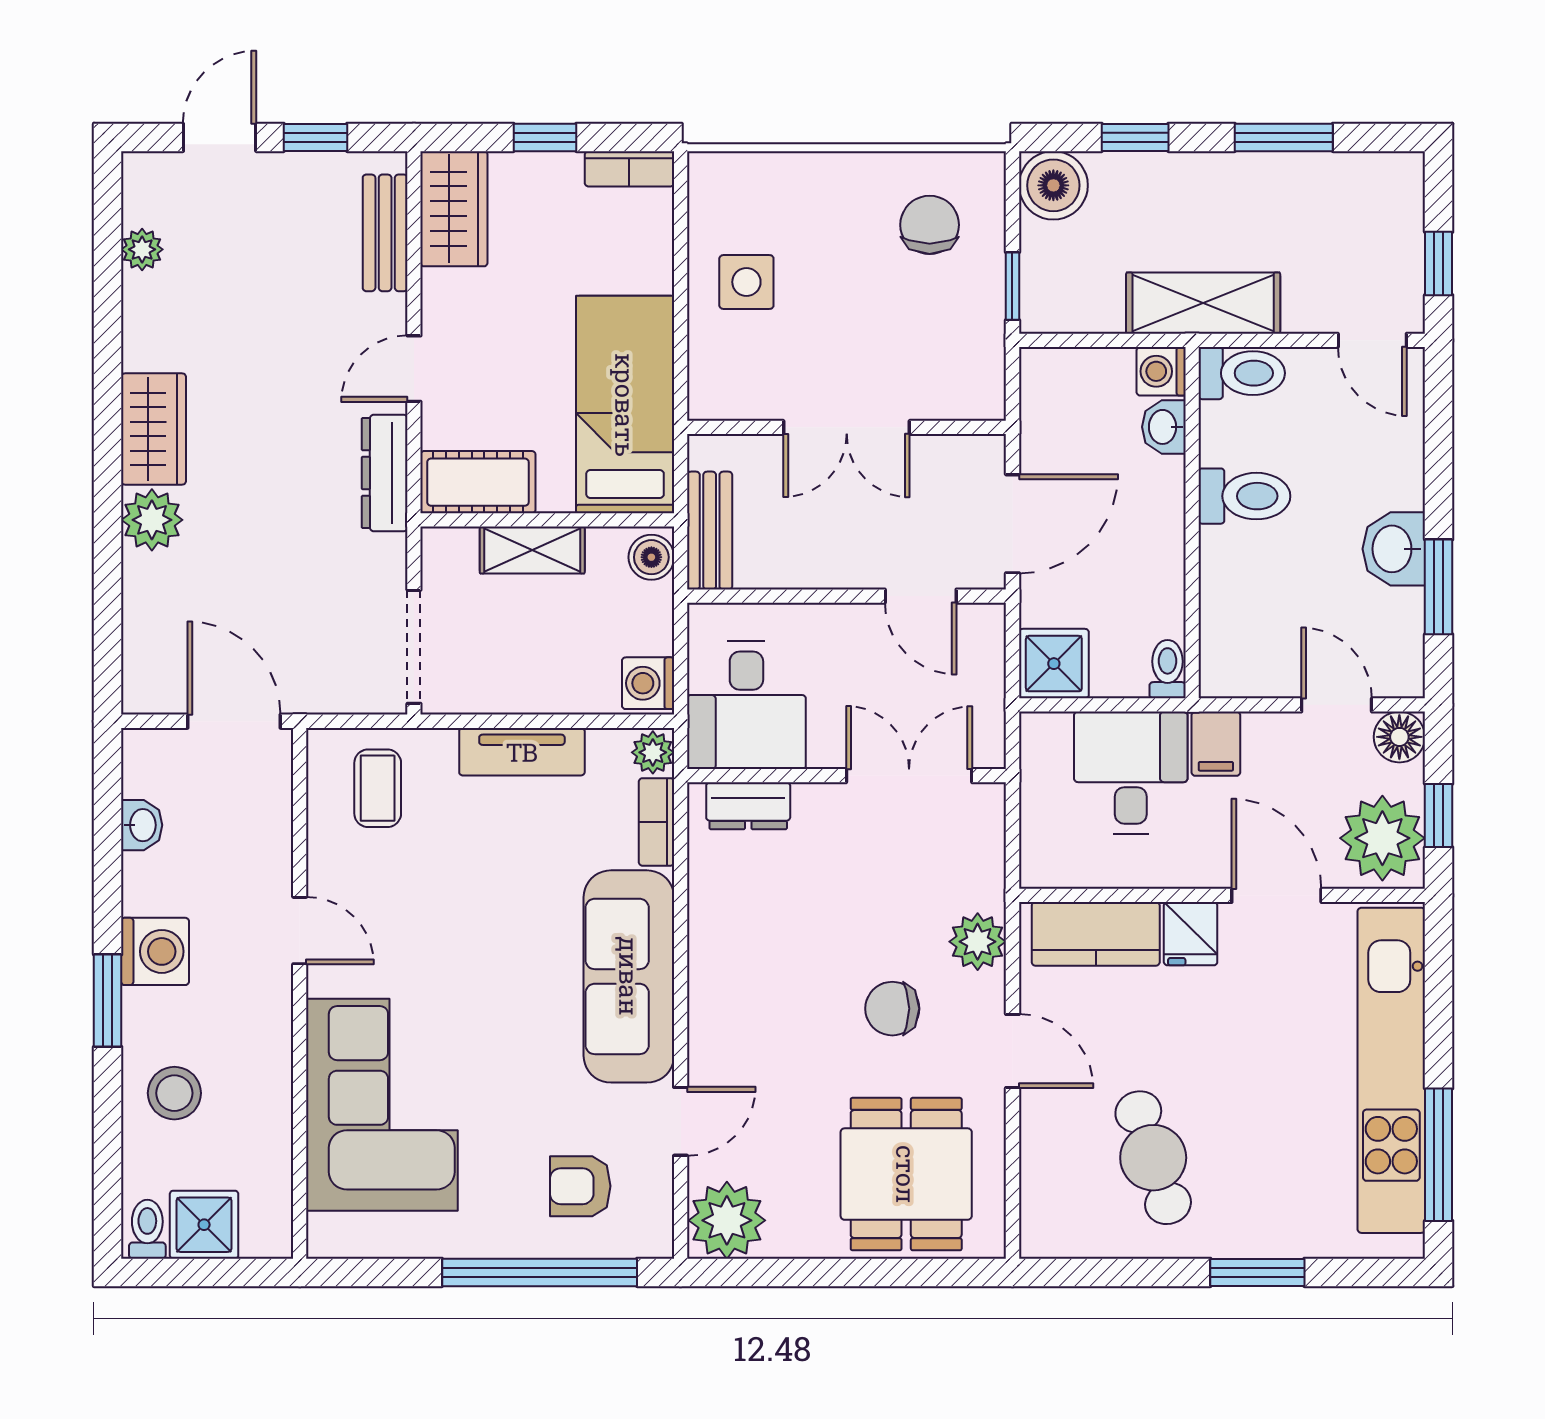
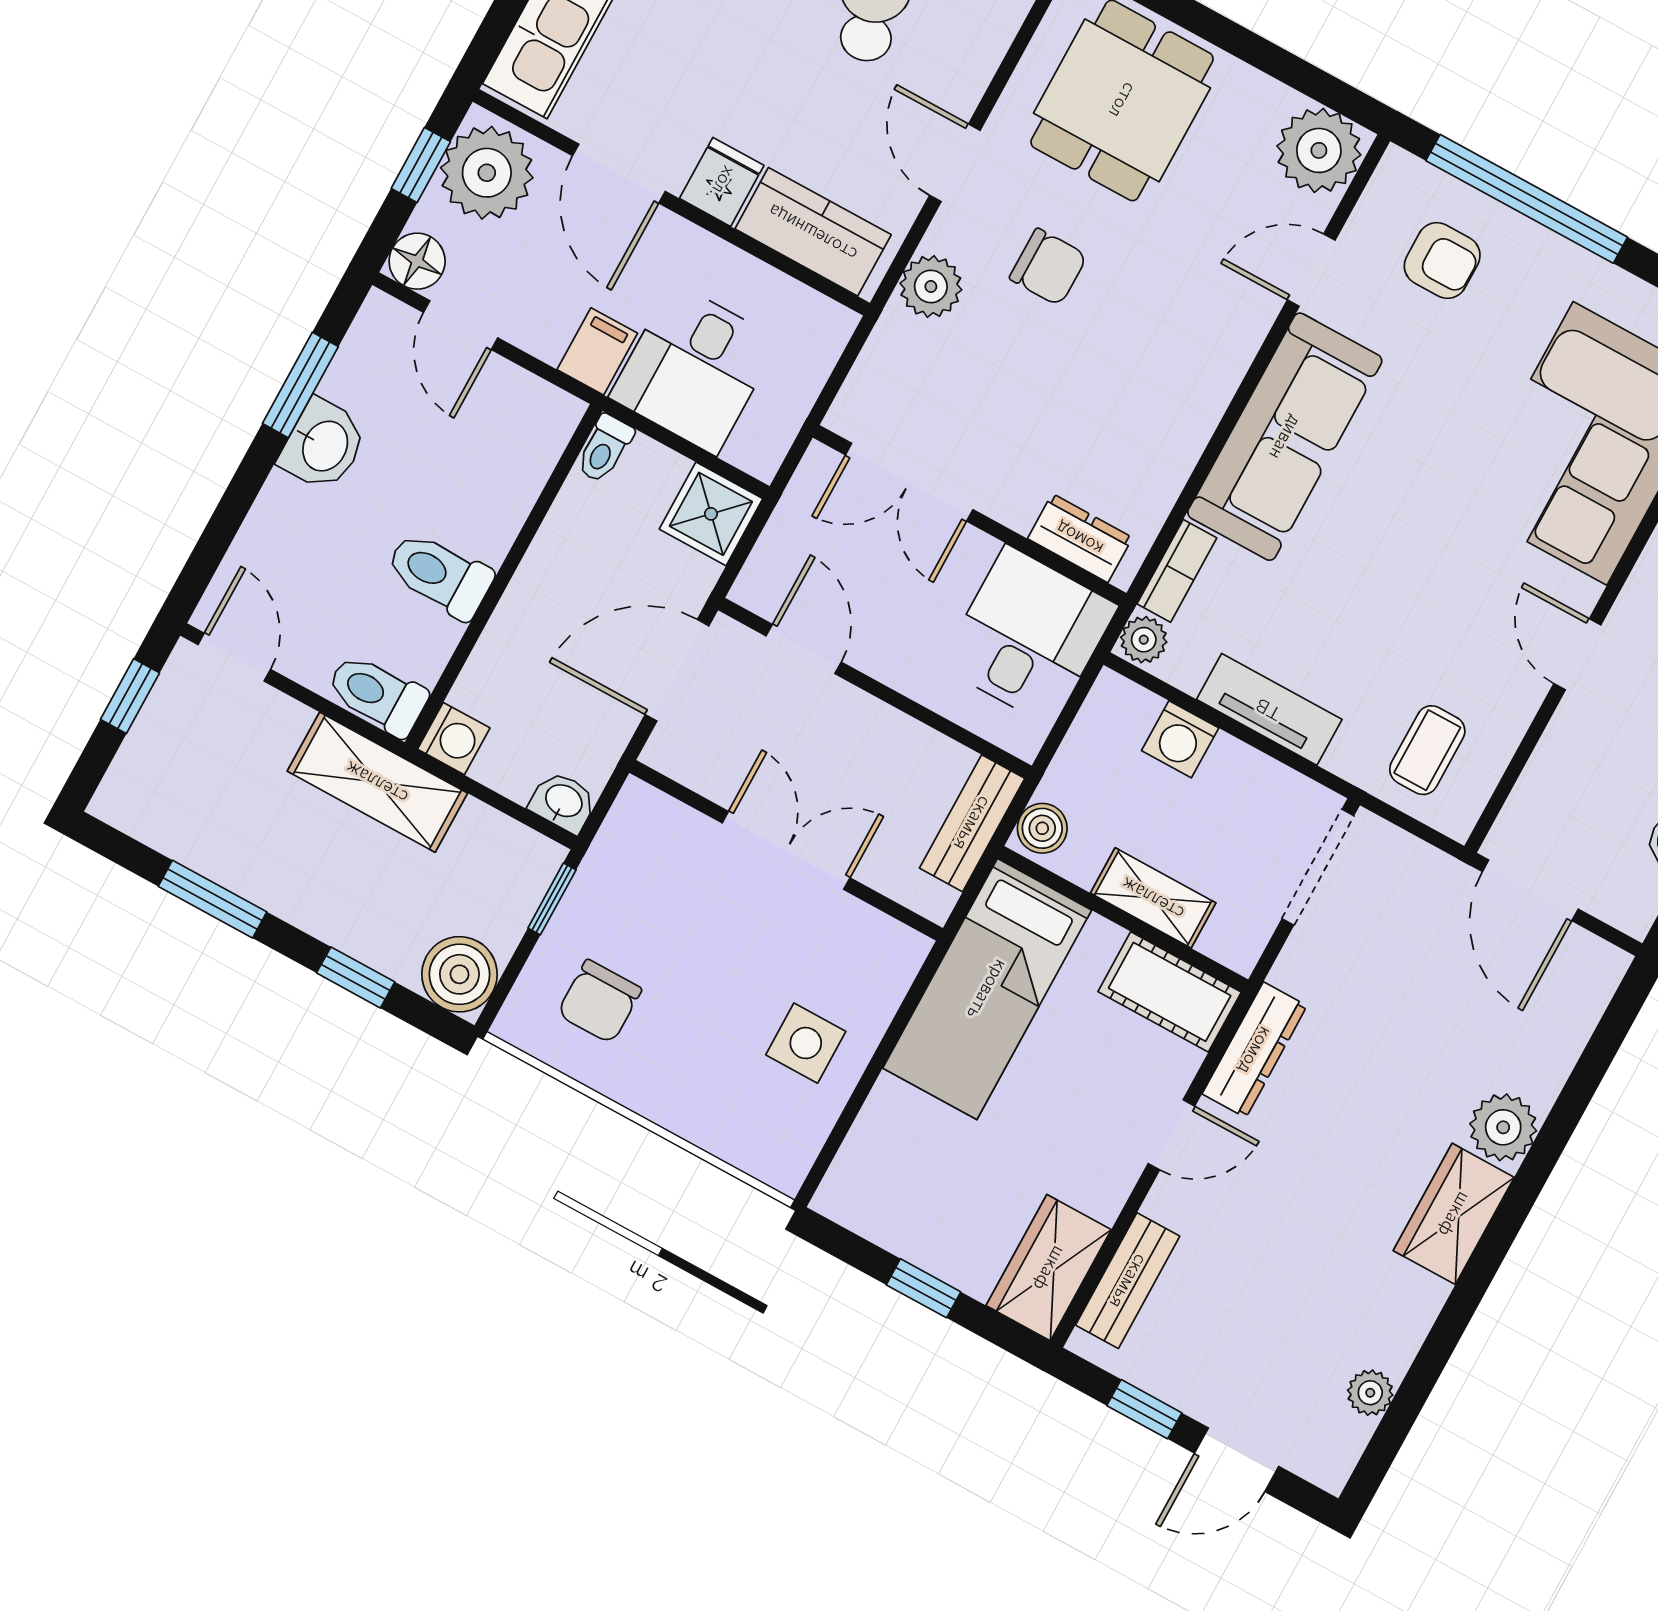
bookcase: (629, 169) -> (859, 1214), removed
washbasin: (1164, 427) -> (563, 802), moved, turned -90
washing machine: (648, 683) -> (1180, 739), moved, turned 90

